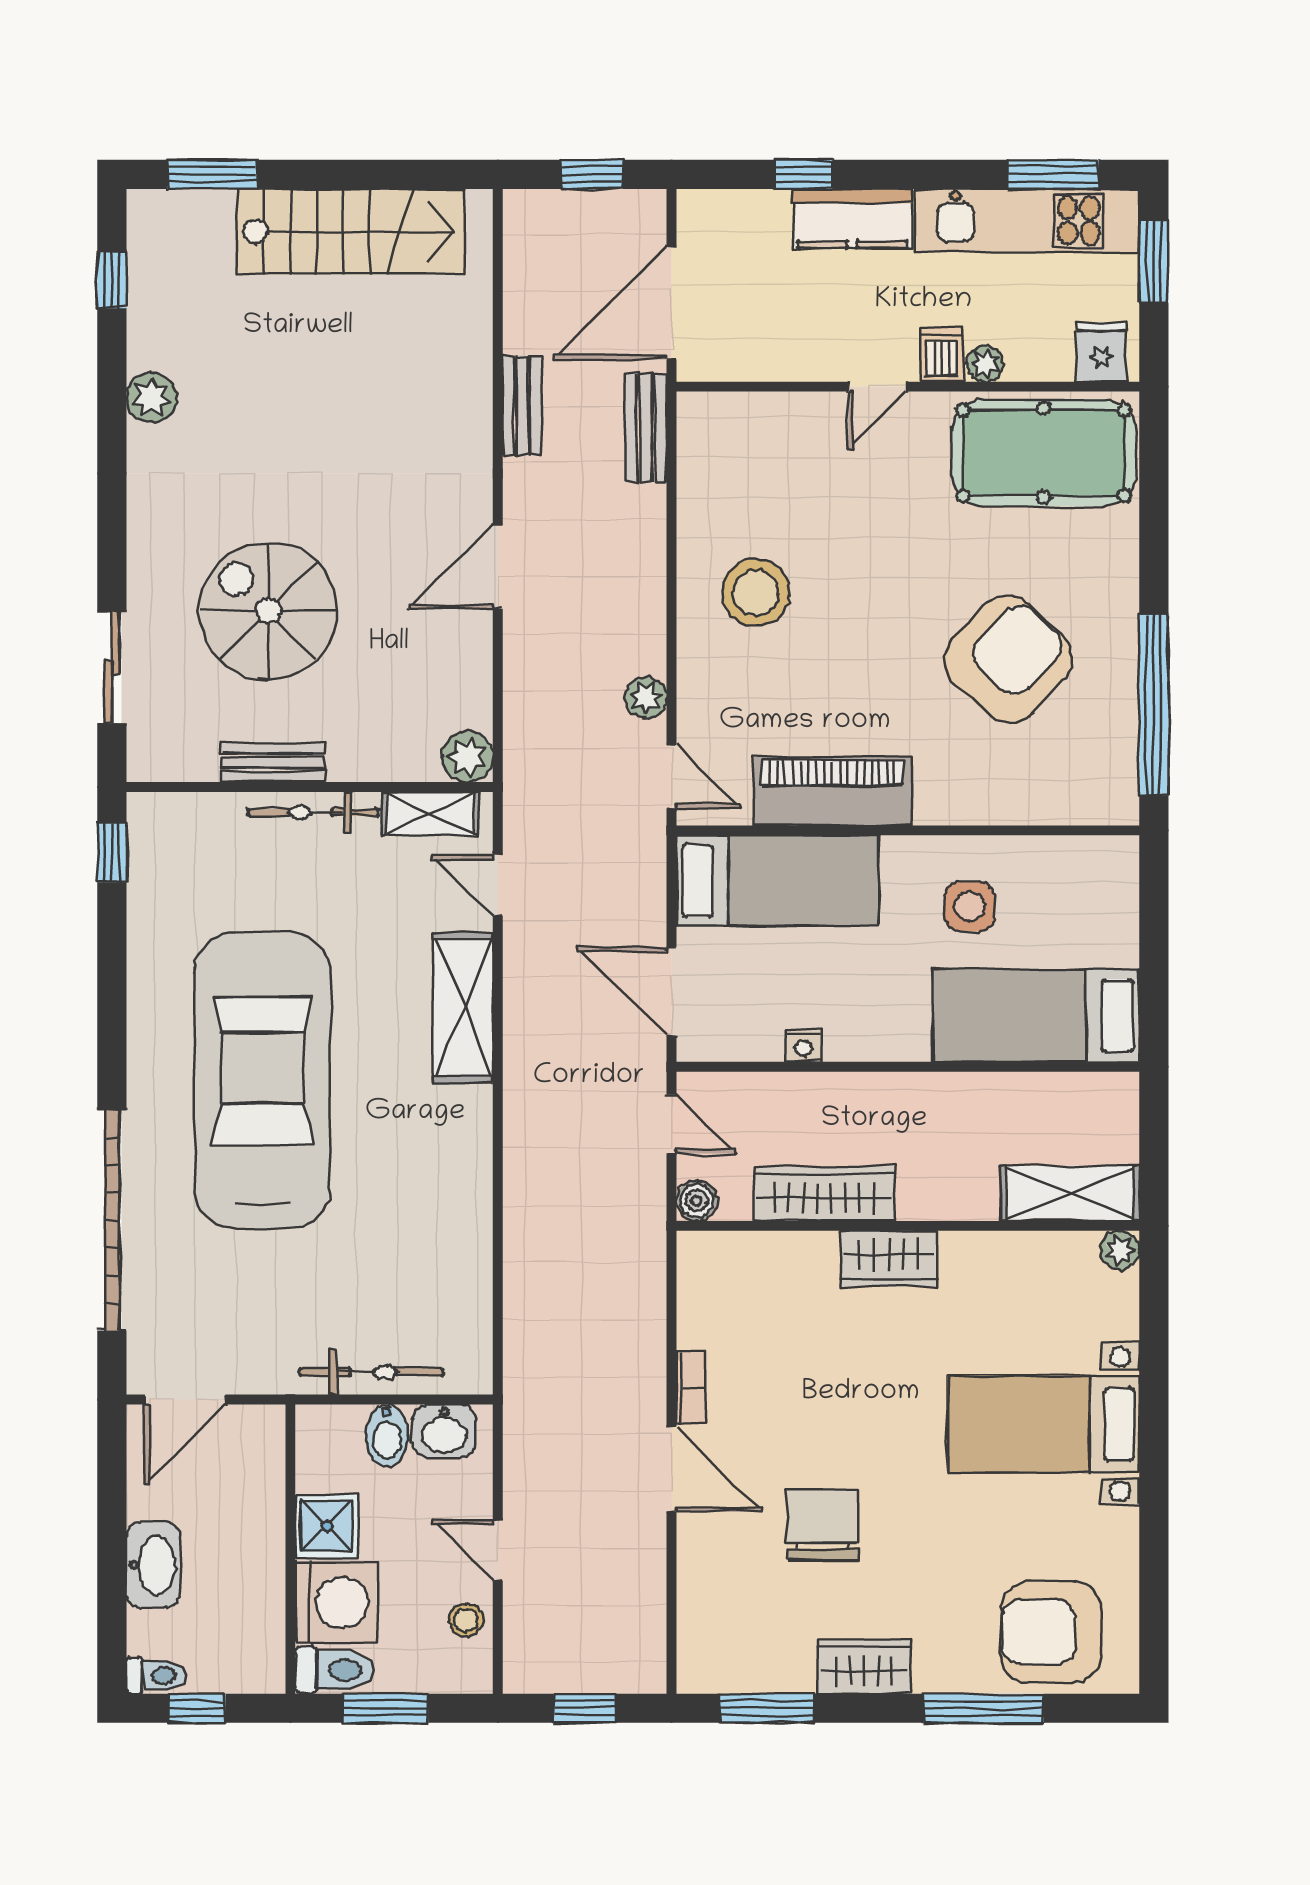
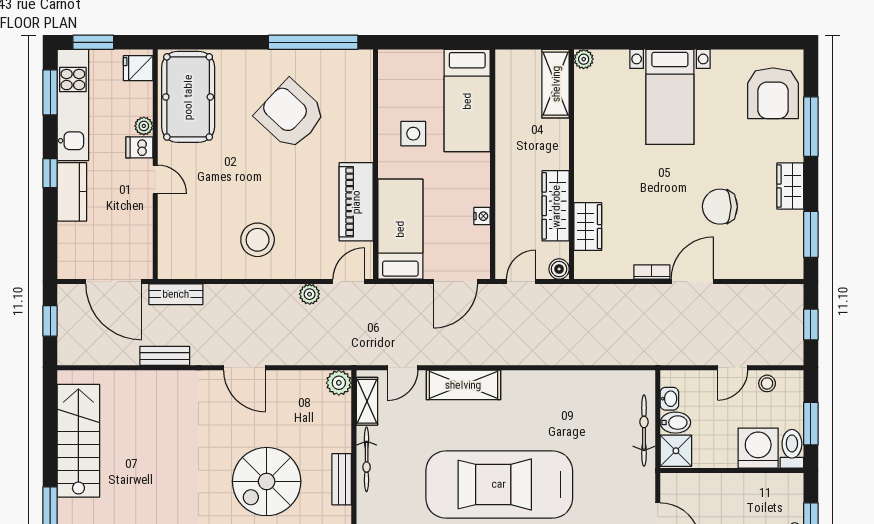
window: (803, 174) -> (50, 173), moved
wardrobe: (889, 1259) -> (588, 227), moved
washbasin: (444, 1431) -> (669, 399), width x0.72, depth x0.69
shower: (327, 1526) -> (676, 451), moved

